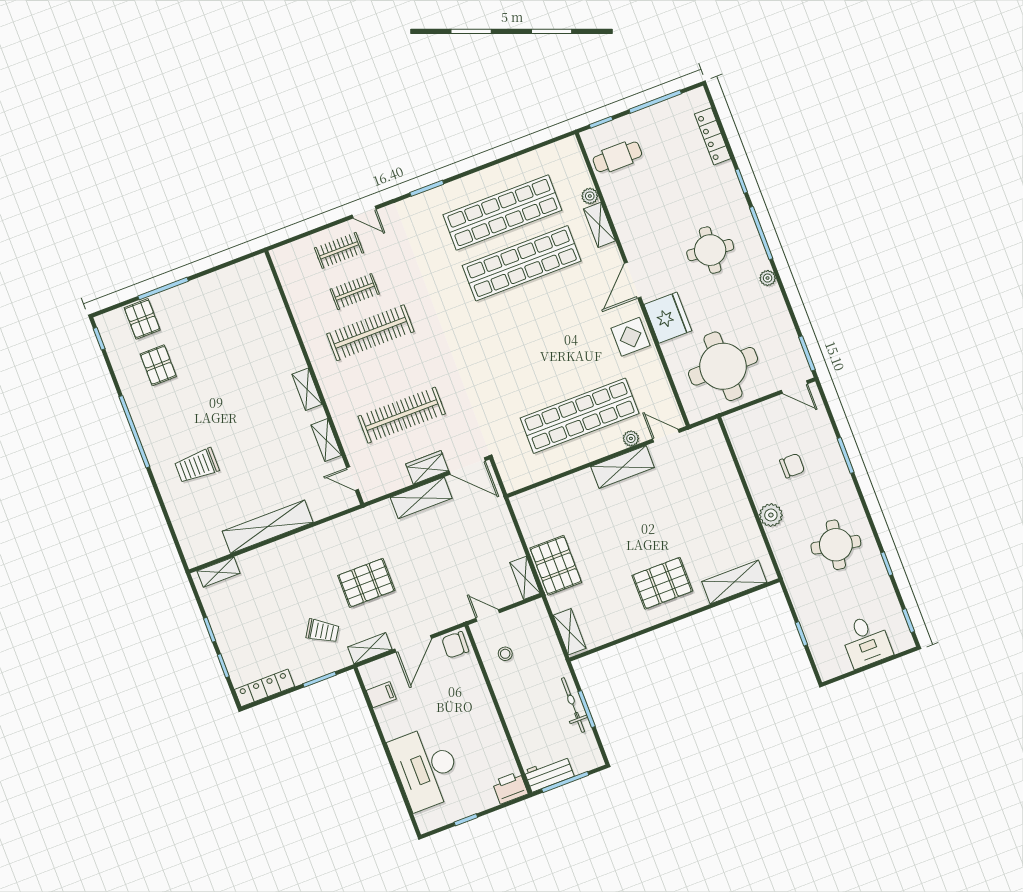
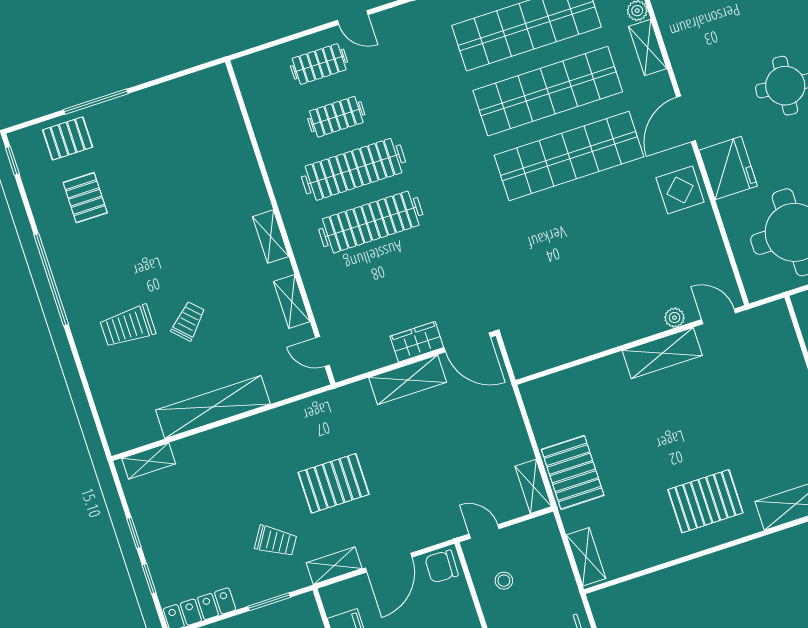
pallet: (142, 319) -> (68, 138), turned 90
clothes rail: (402, 415) -> (371, 222), moved
shop shelf: (580, 416) -> (569, 156), moved
trolley: (245, 459) -> (188, 321), added

